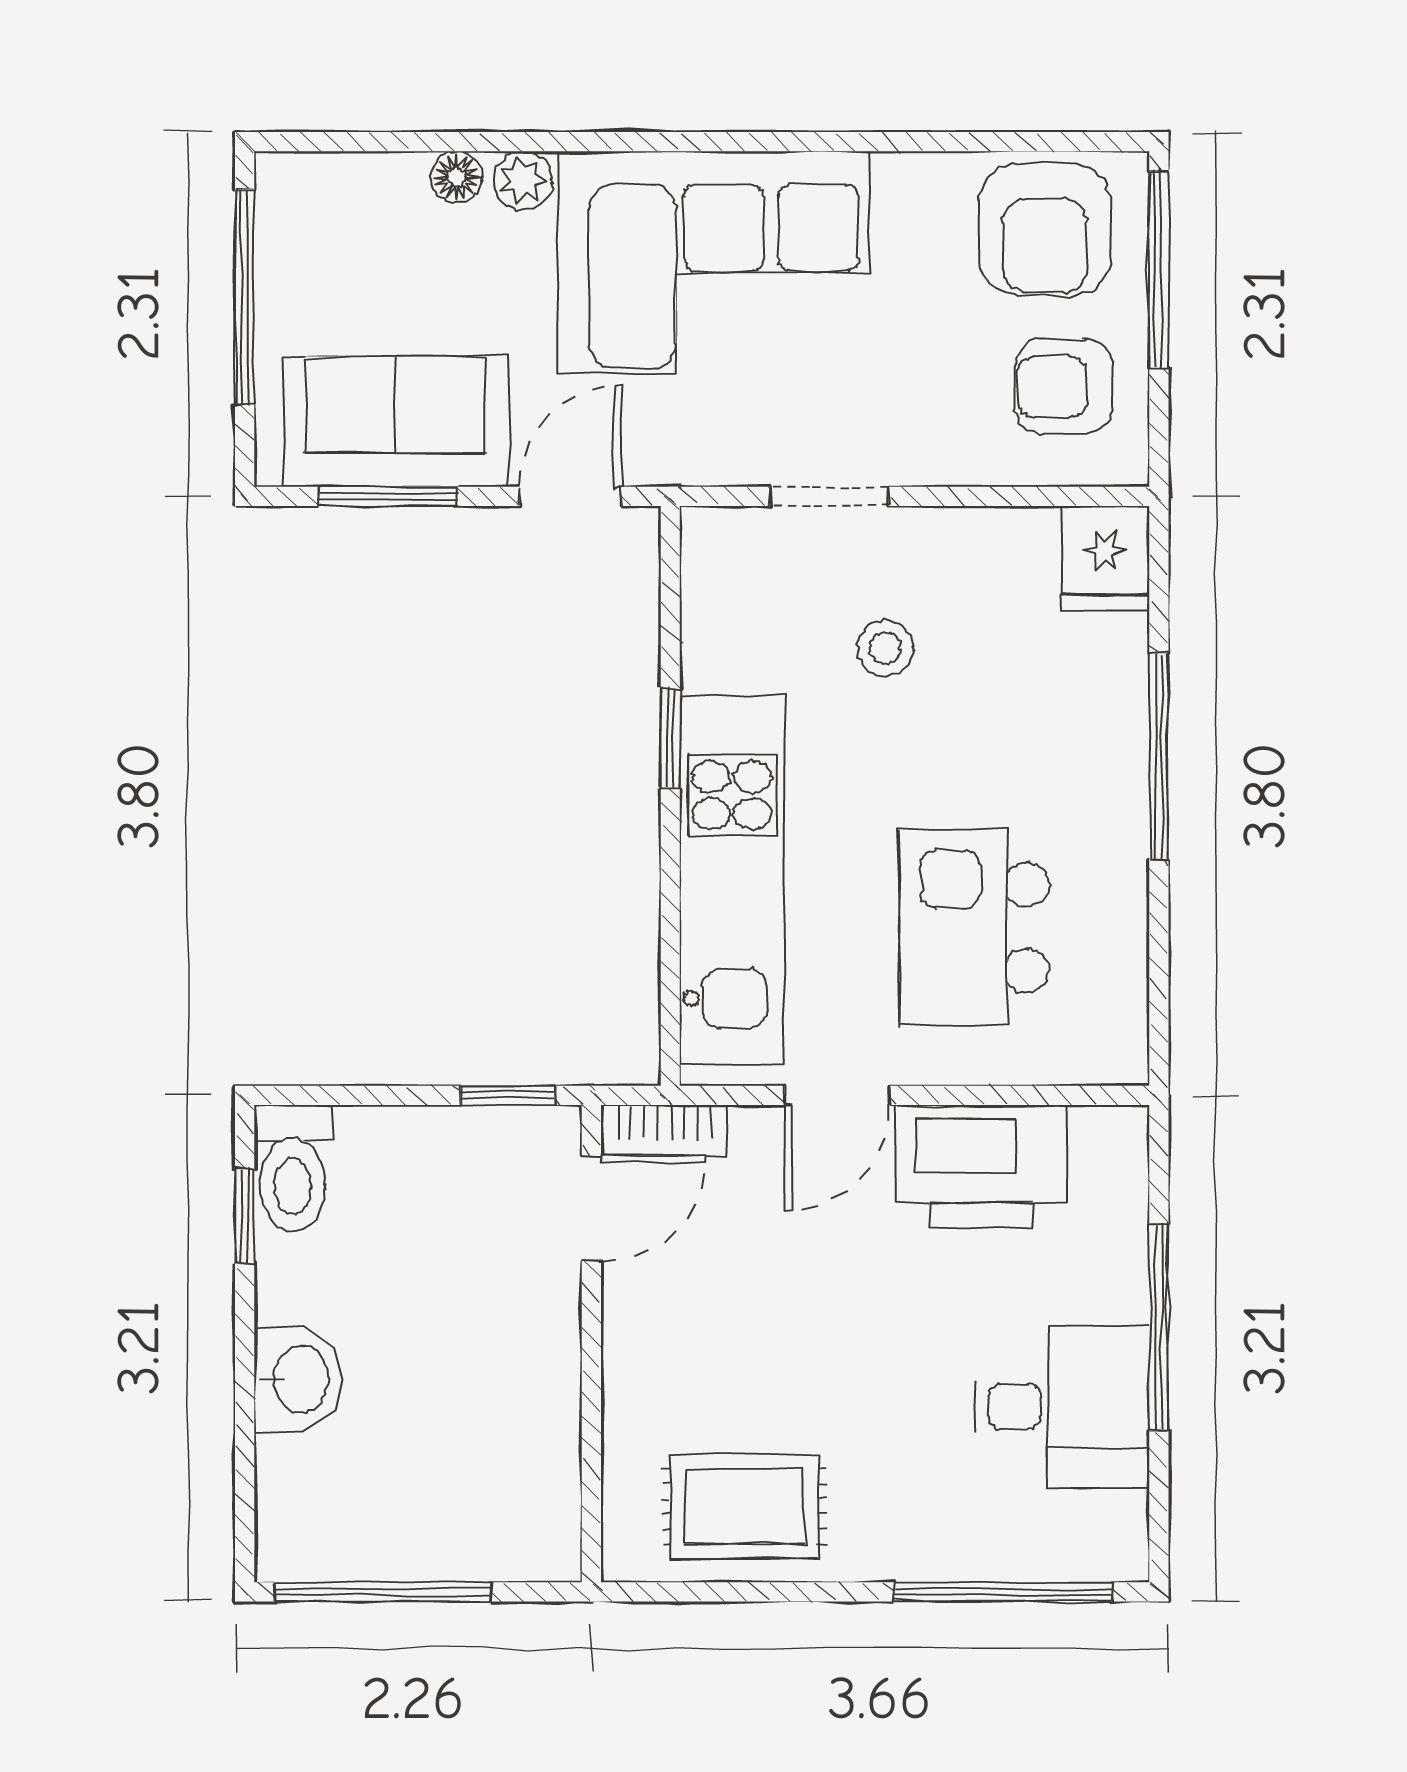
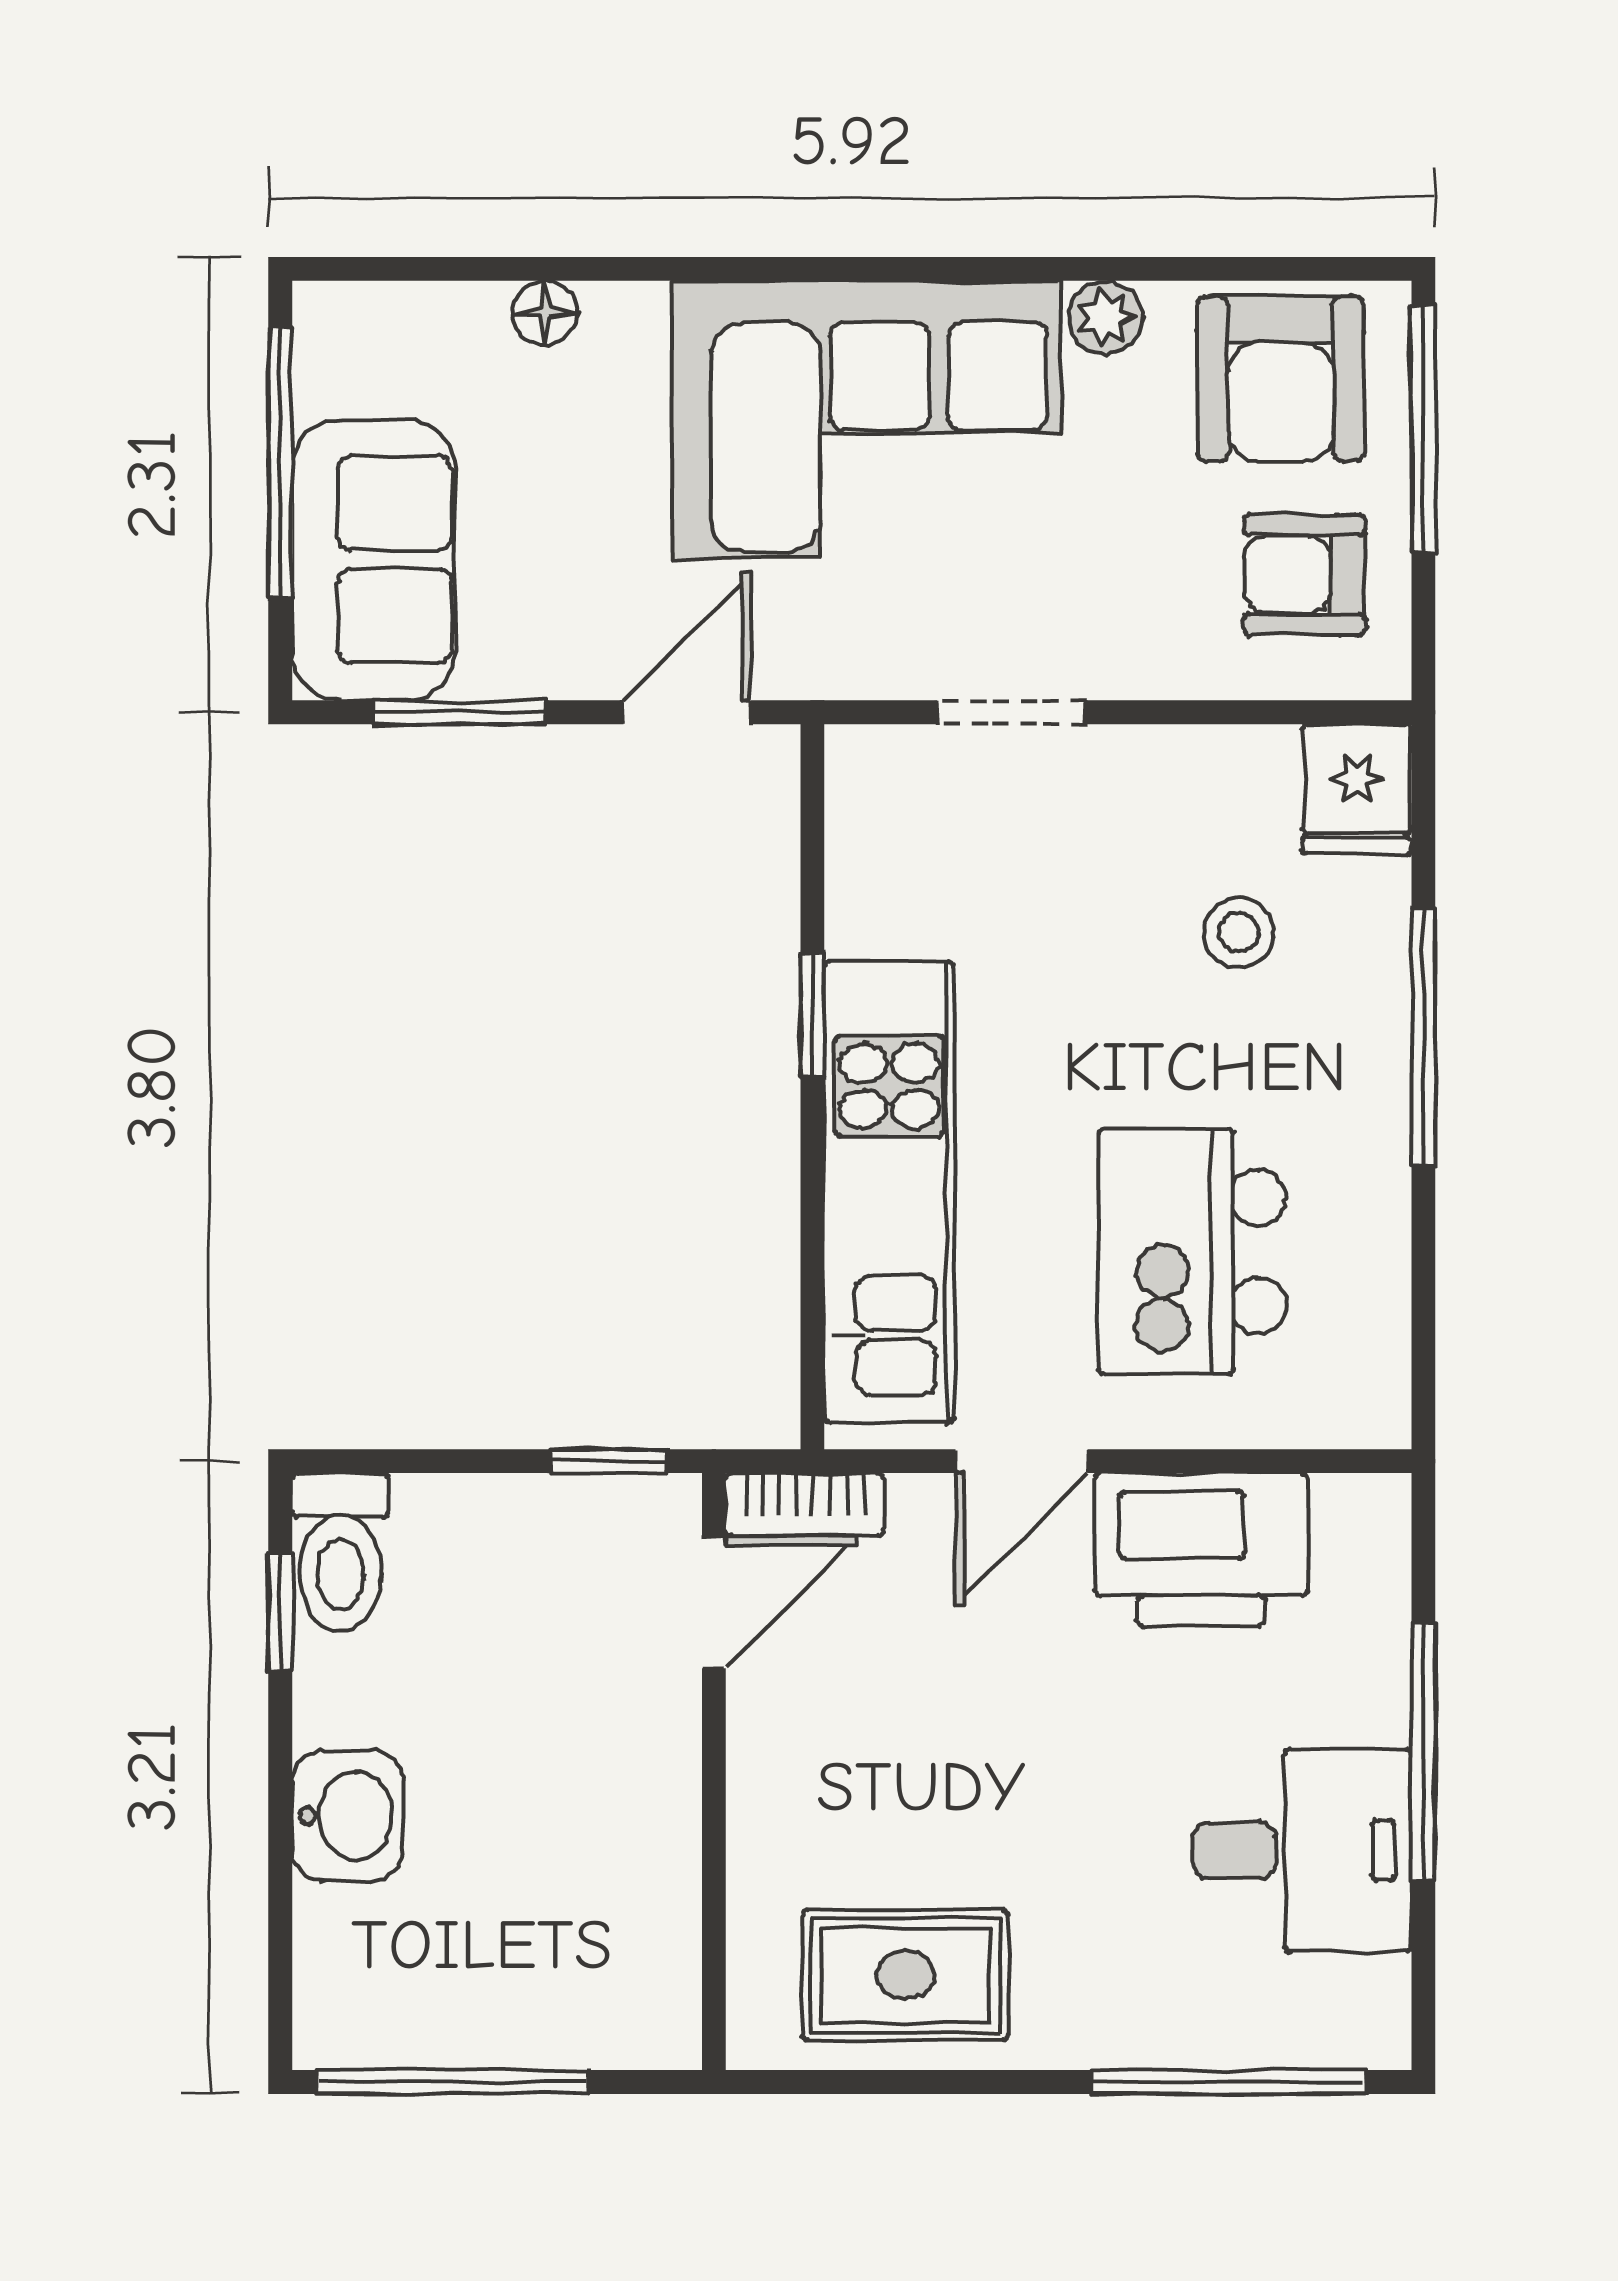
plant: (522, 180) -> (1105, 317), moved
sofa: (395, 422) -> (373, 560), moved, turned 90
stool: (885, 648) -> (1239, 932), moved

